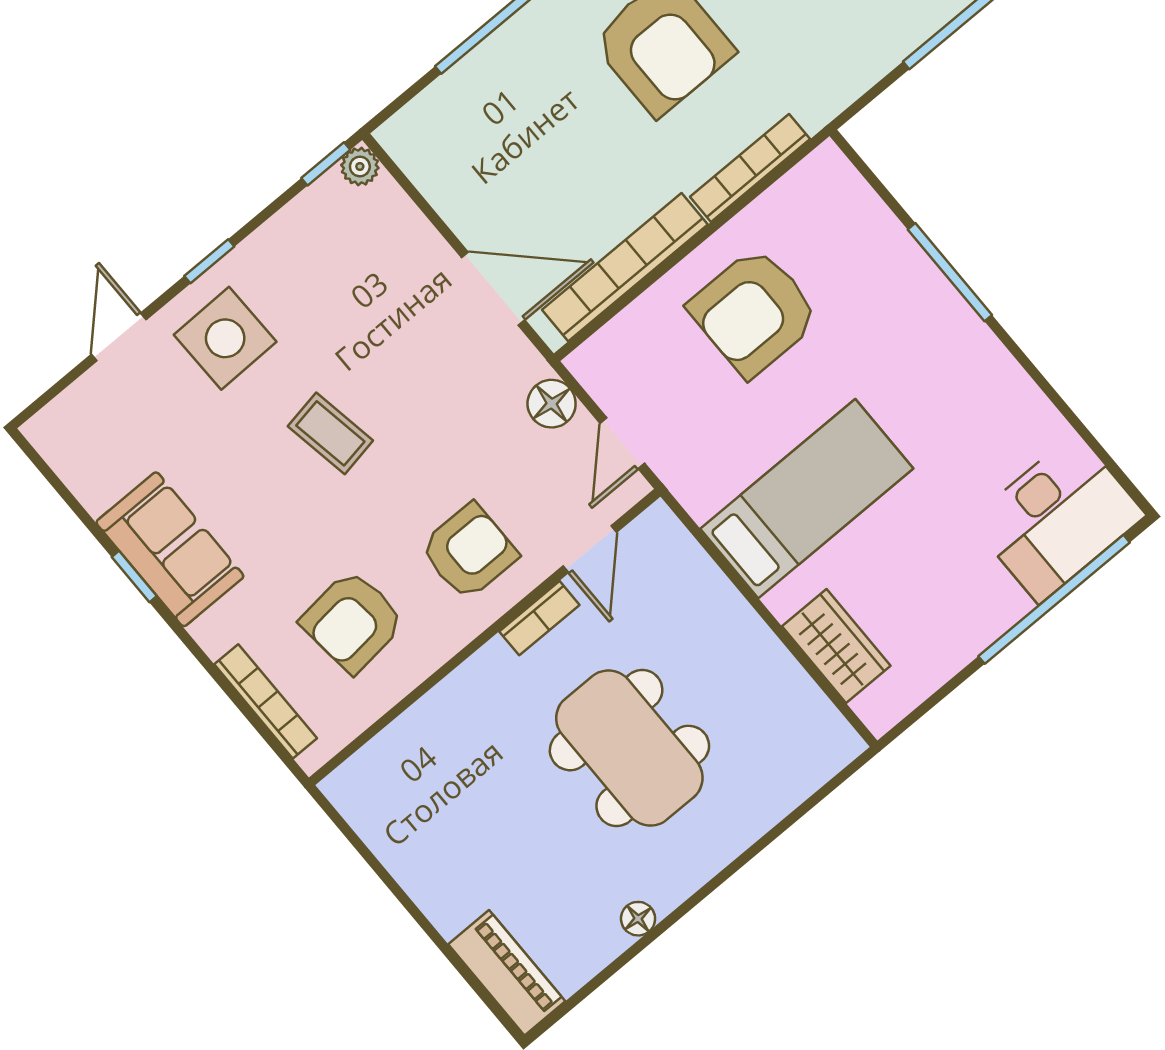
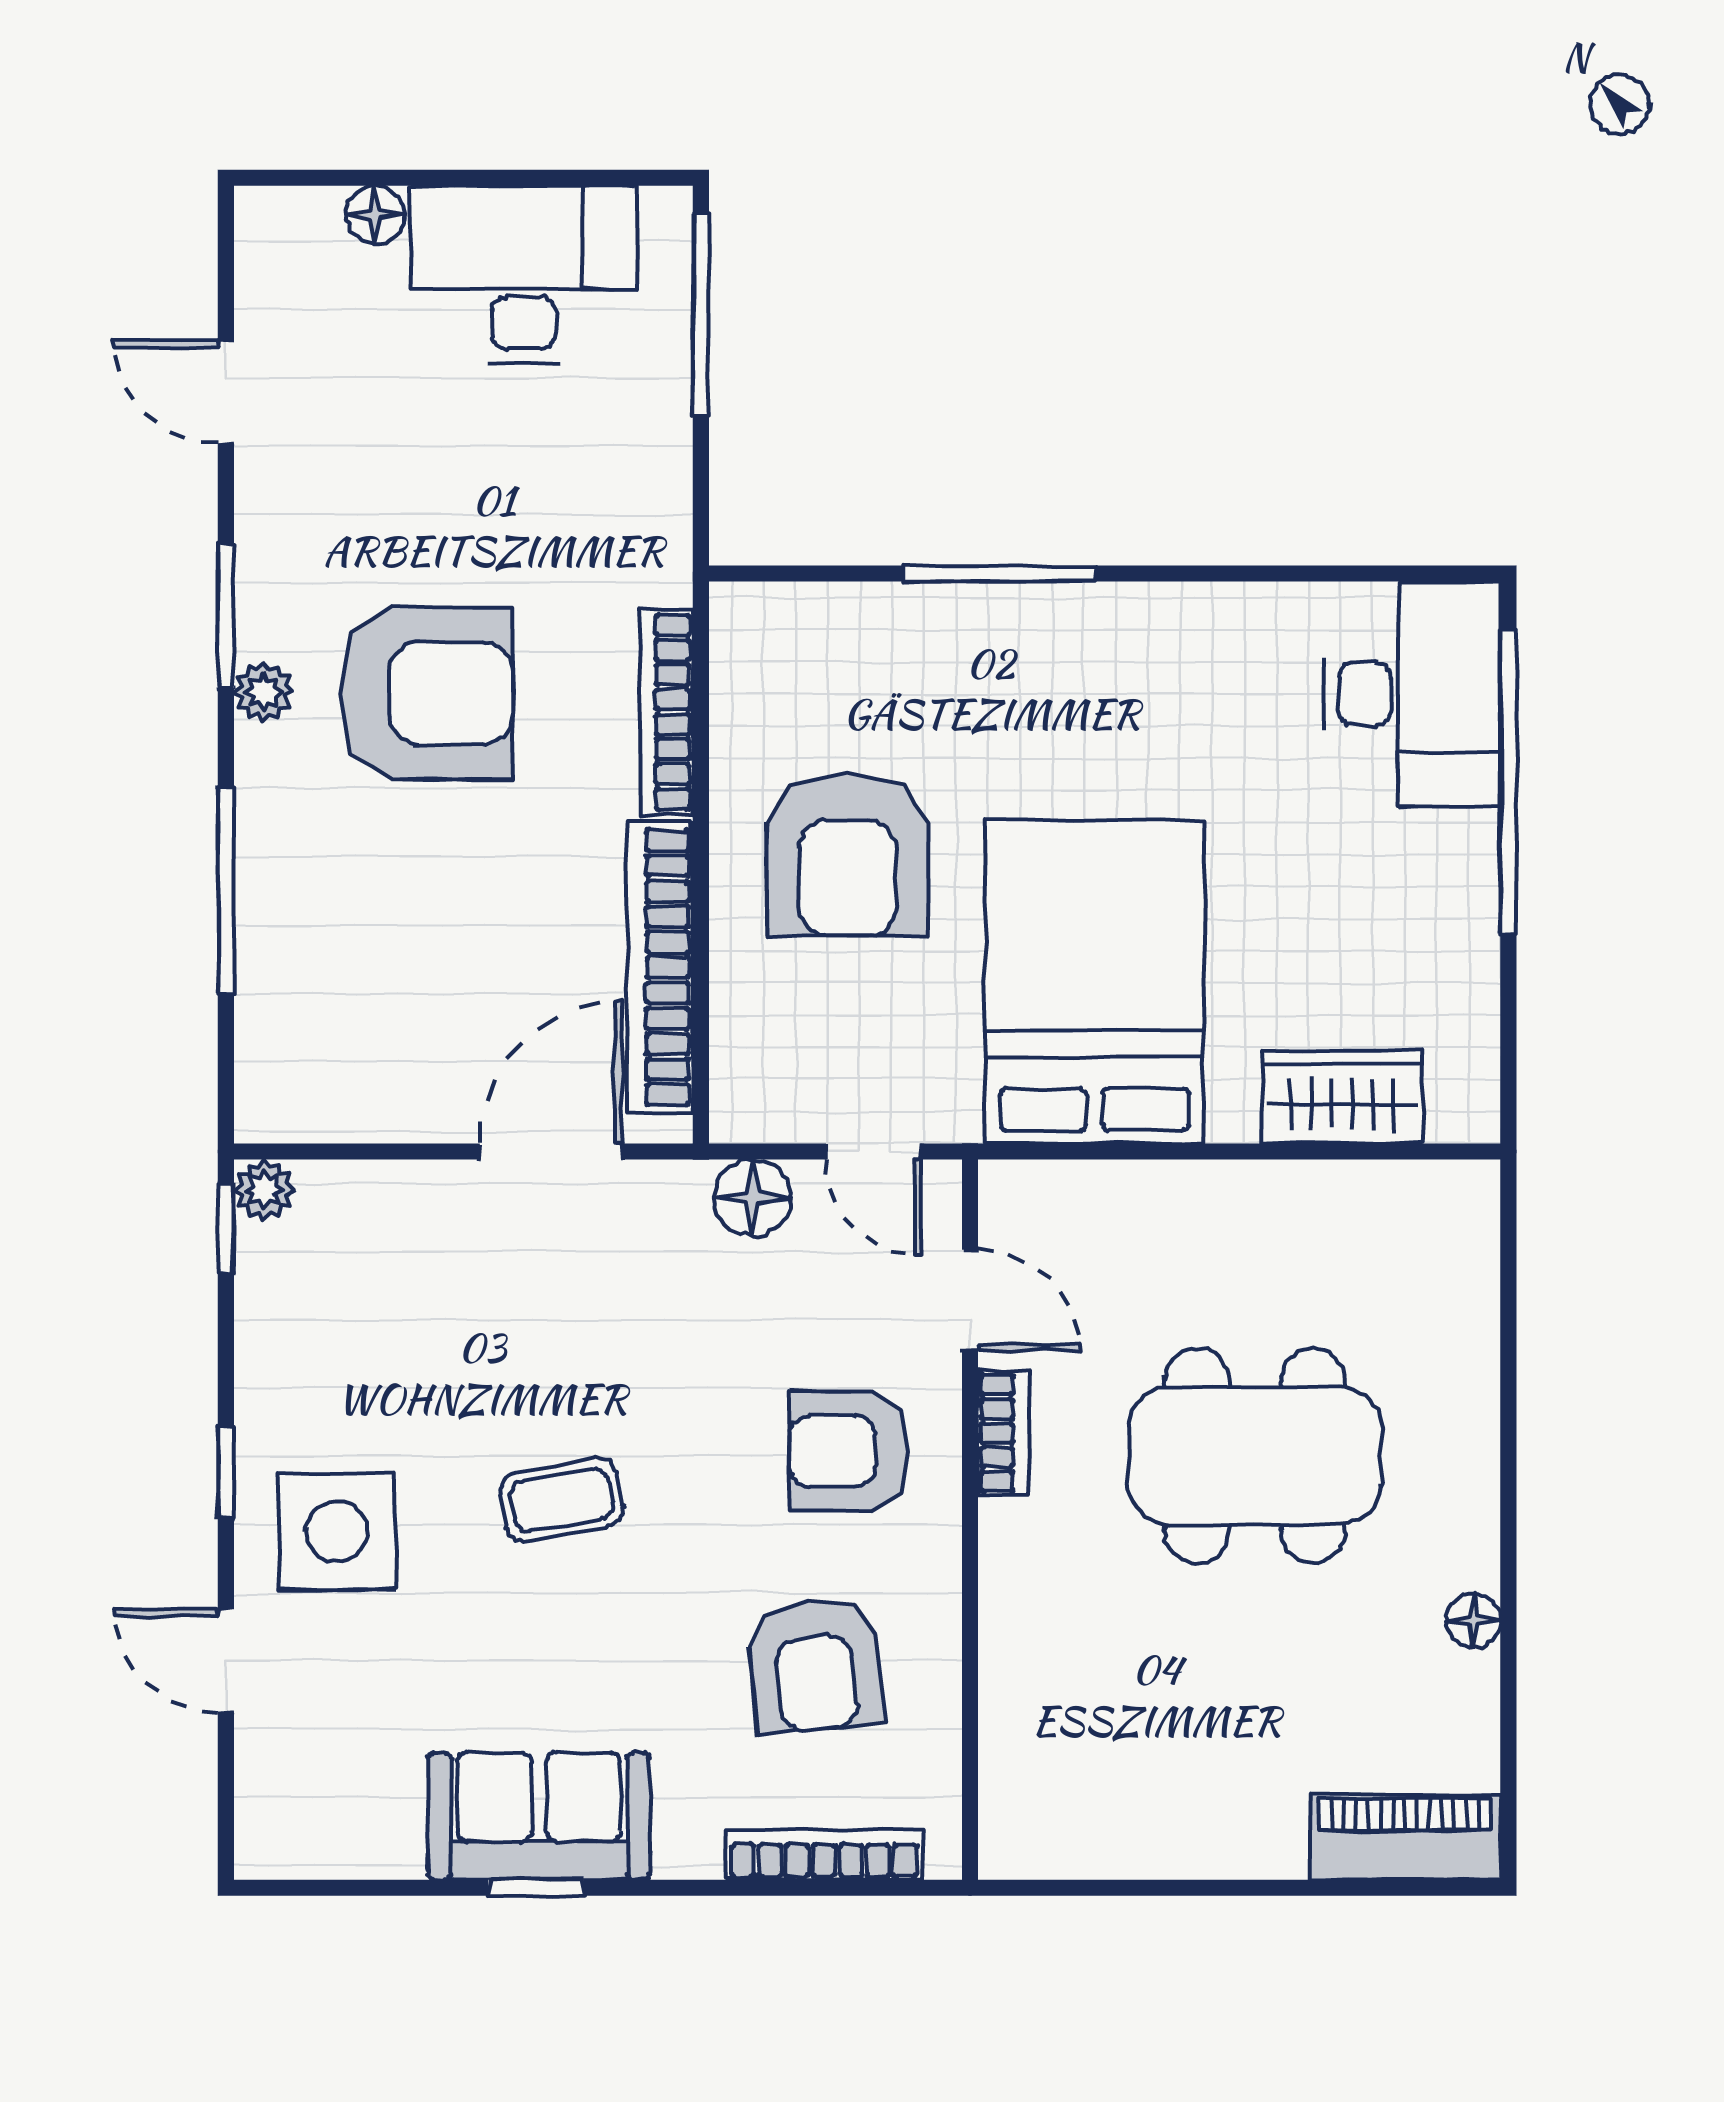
bed: (807, 499) -> (1094, 982), width x1.50
armchair: (469, 552) -> (849, 1451), turned -90

